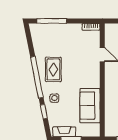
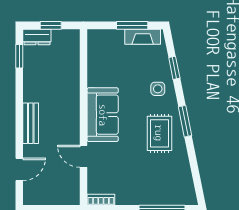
window: (37, 77) -> (185, 121), width x0.47
sofa: (90, 106) -> (103, 115), moved

